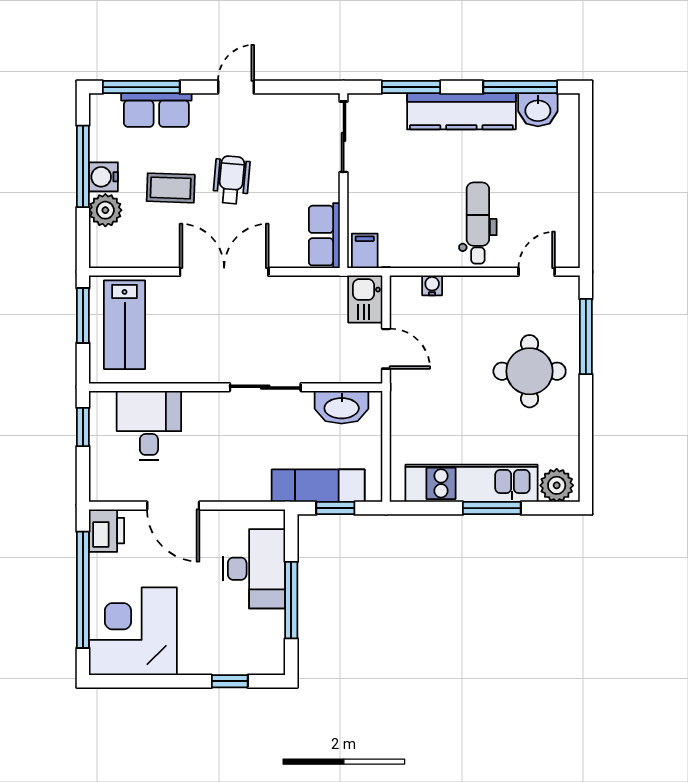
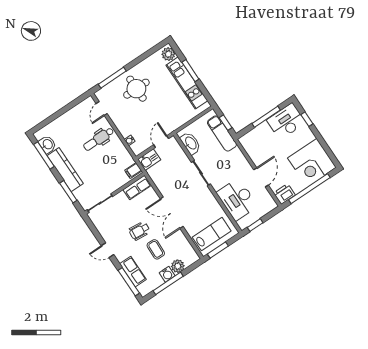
door: (537, 272) -> (102, 109), hinge flipped
desk: (149, 426) -> (237, 199), width x1.37
desk: (254, 569) -> (286, 121), moved

